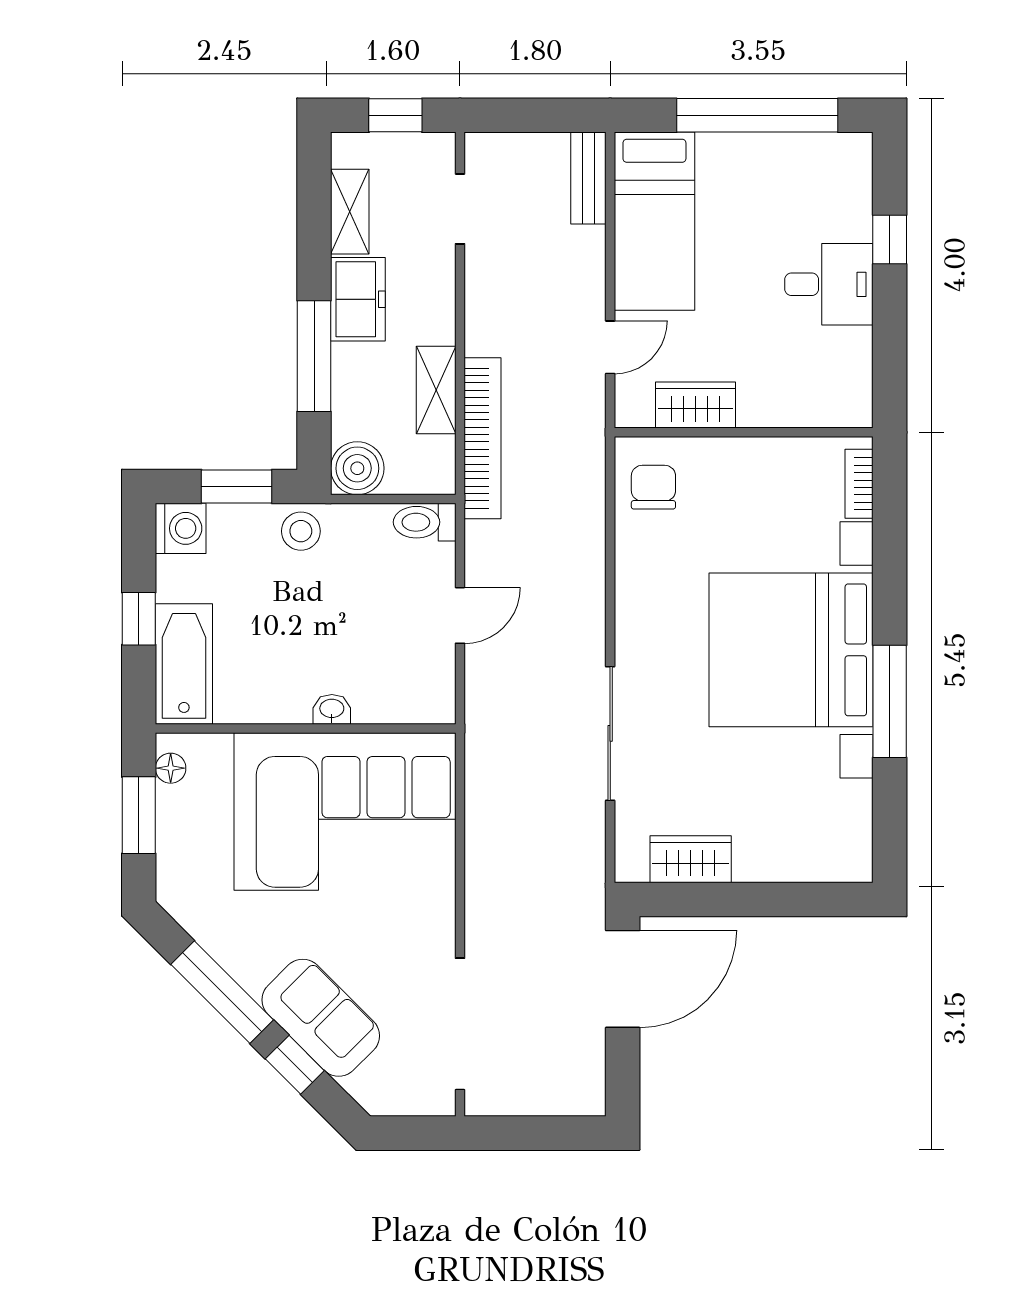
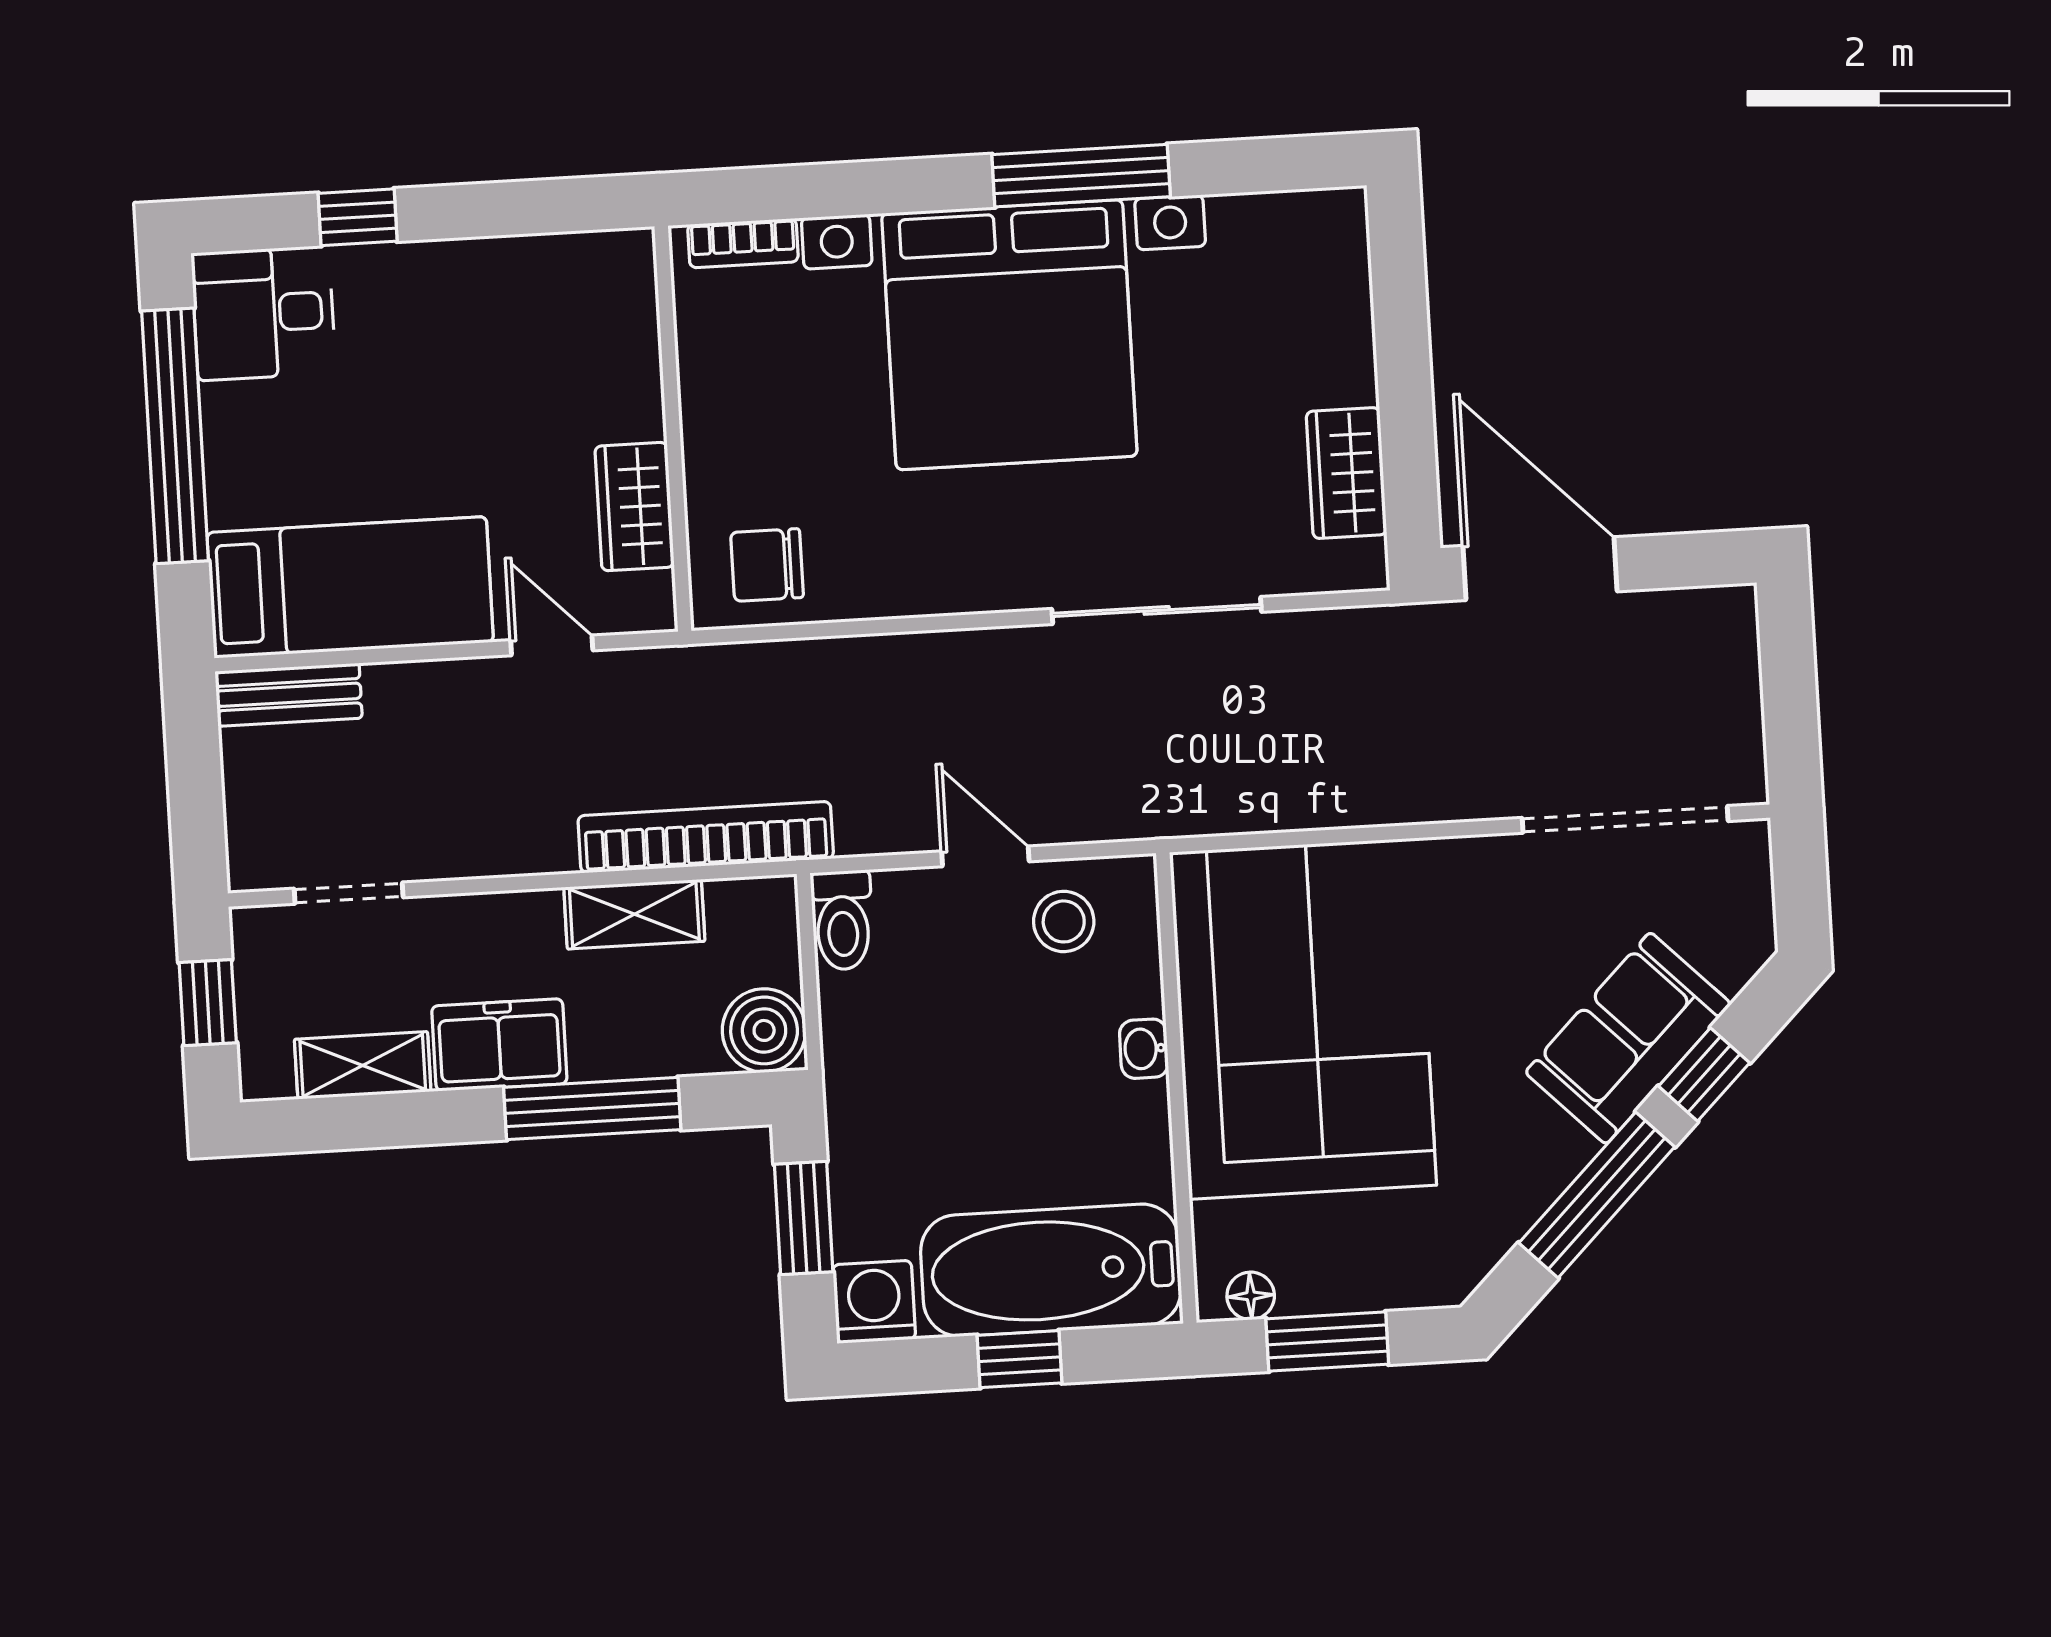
desk: (829, 284) -> (263, 313), moved, turned -90
stool: (301, 531) -> (1064, 921), moved
bathtub: (184, 664) -> (1051, 1270), width x1.36, depth x1.36

